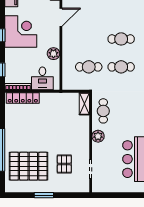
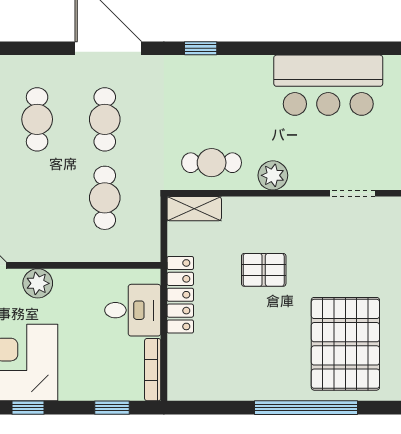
plant: (53, 54) -> (38, 283), moved
locker: (23, 98) -> (180, 295), moved
pallet: (64, 164) -> (264, 270), moved

